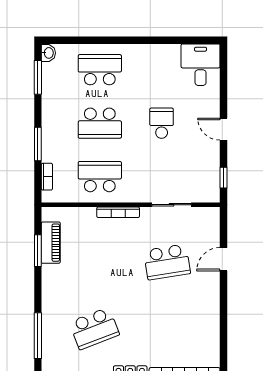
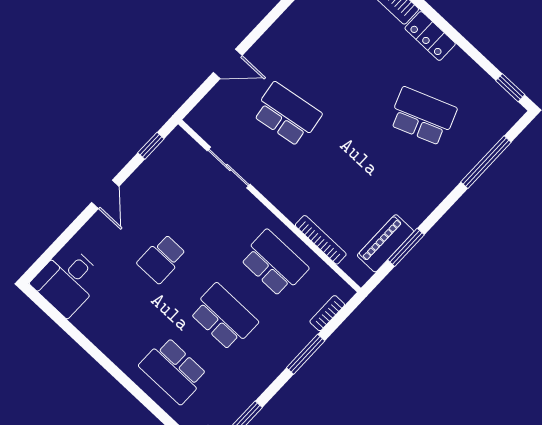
school desk: (100, 177) -> (274, 263), turned 180
bookcase: (118, 212) -> (321, 240), moved

